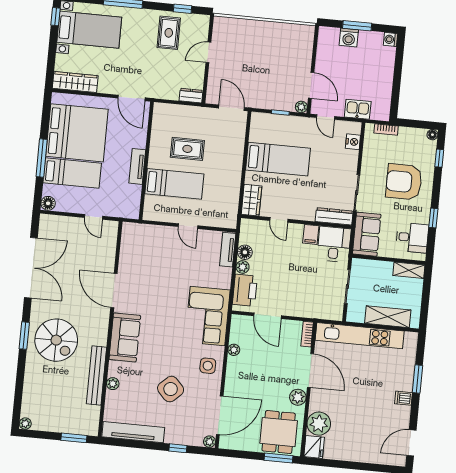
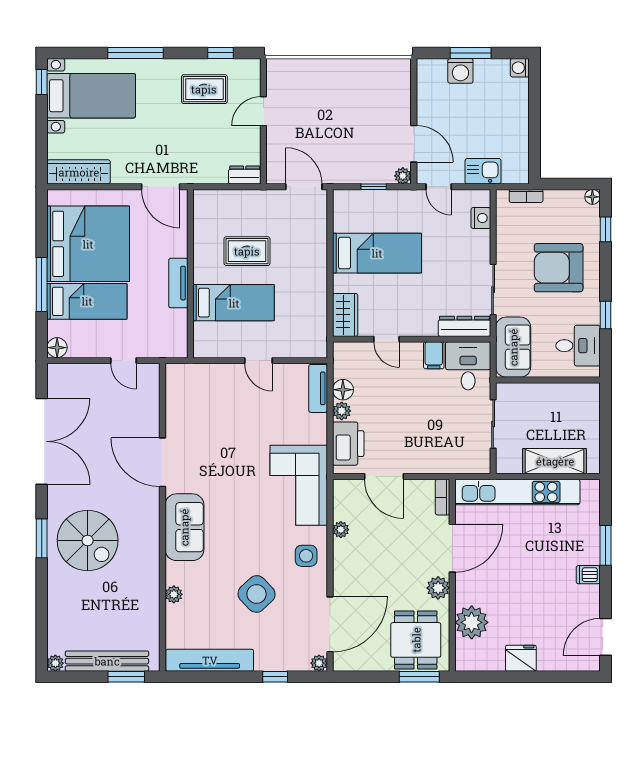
rug: (169, 33) -> (204, 89), turned 90
shelving: (409, 270) -> (578, 392), removed
door: (310, 370) -> (452, 548), hinge flipped
bench: (96, 376) -> (107, 661), moved, turned 90
fridge: (314, 447) -> (521, 658), moved, turned -90

